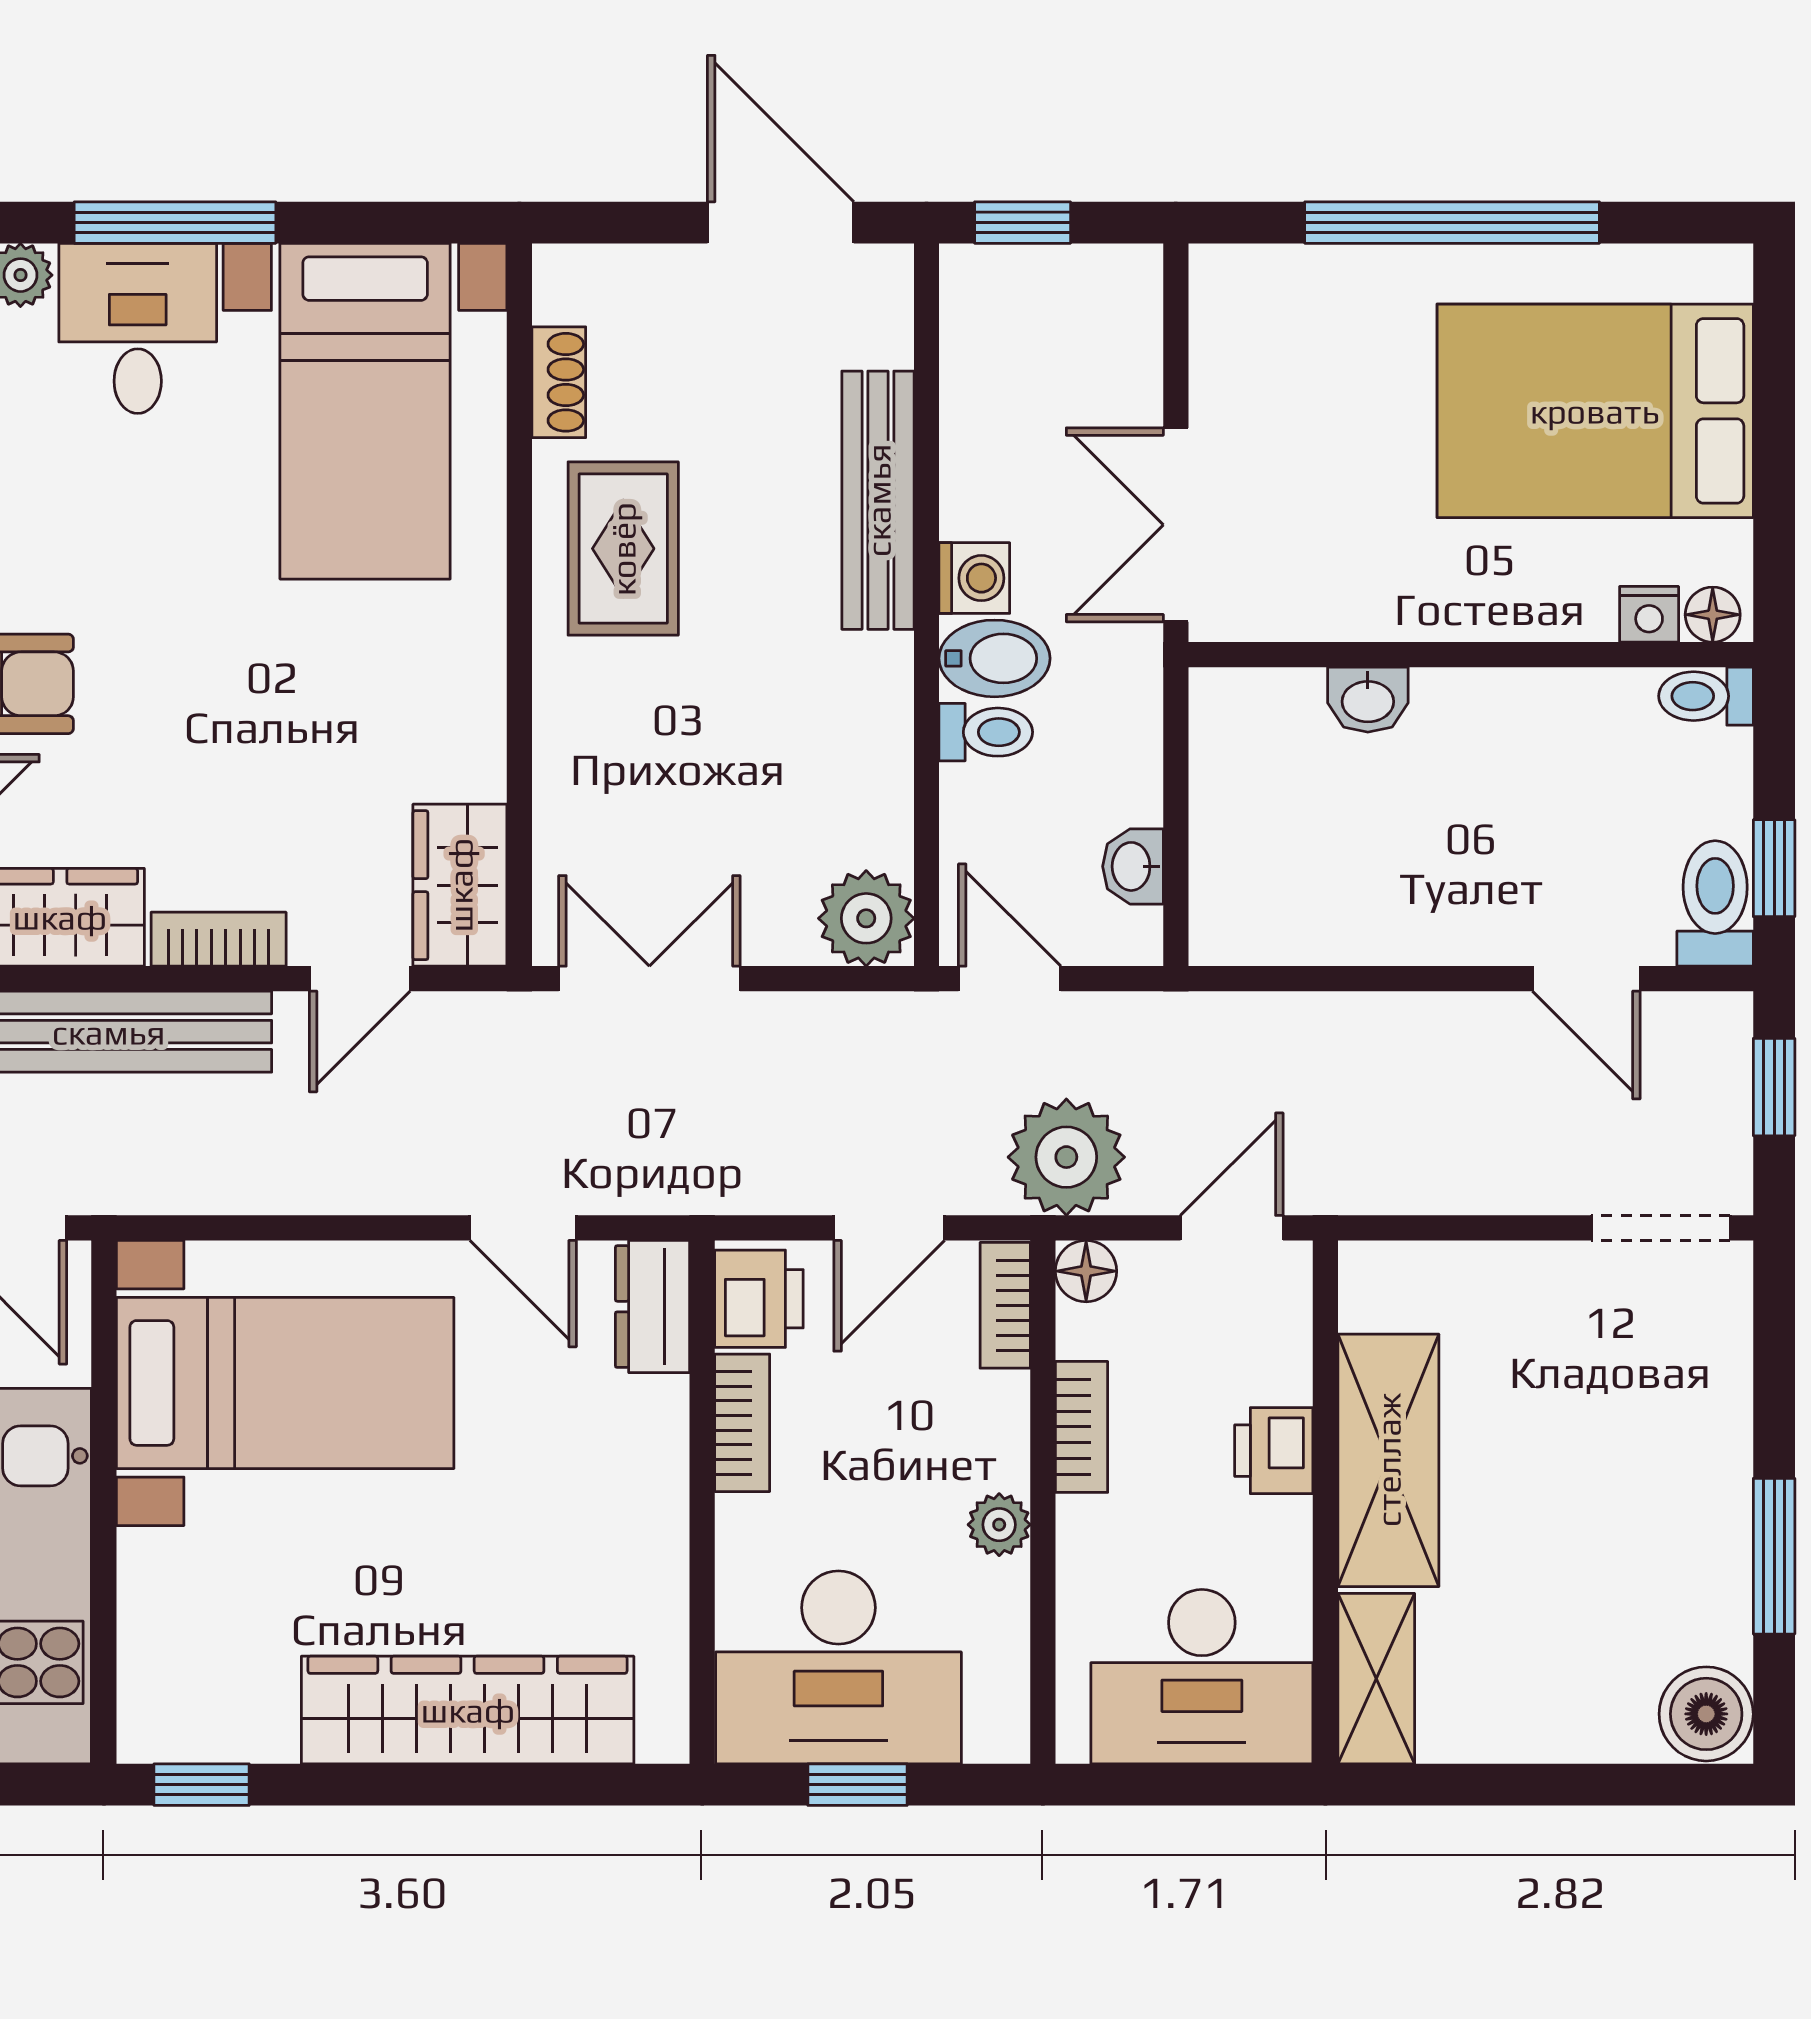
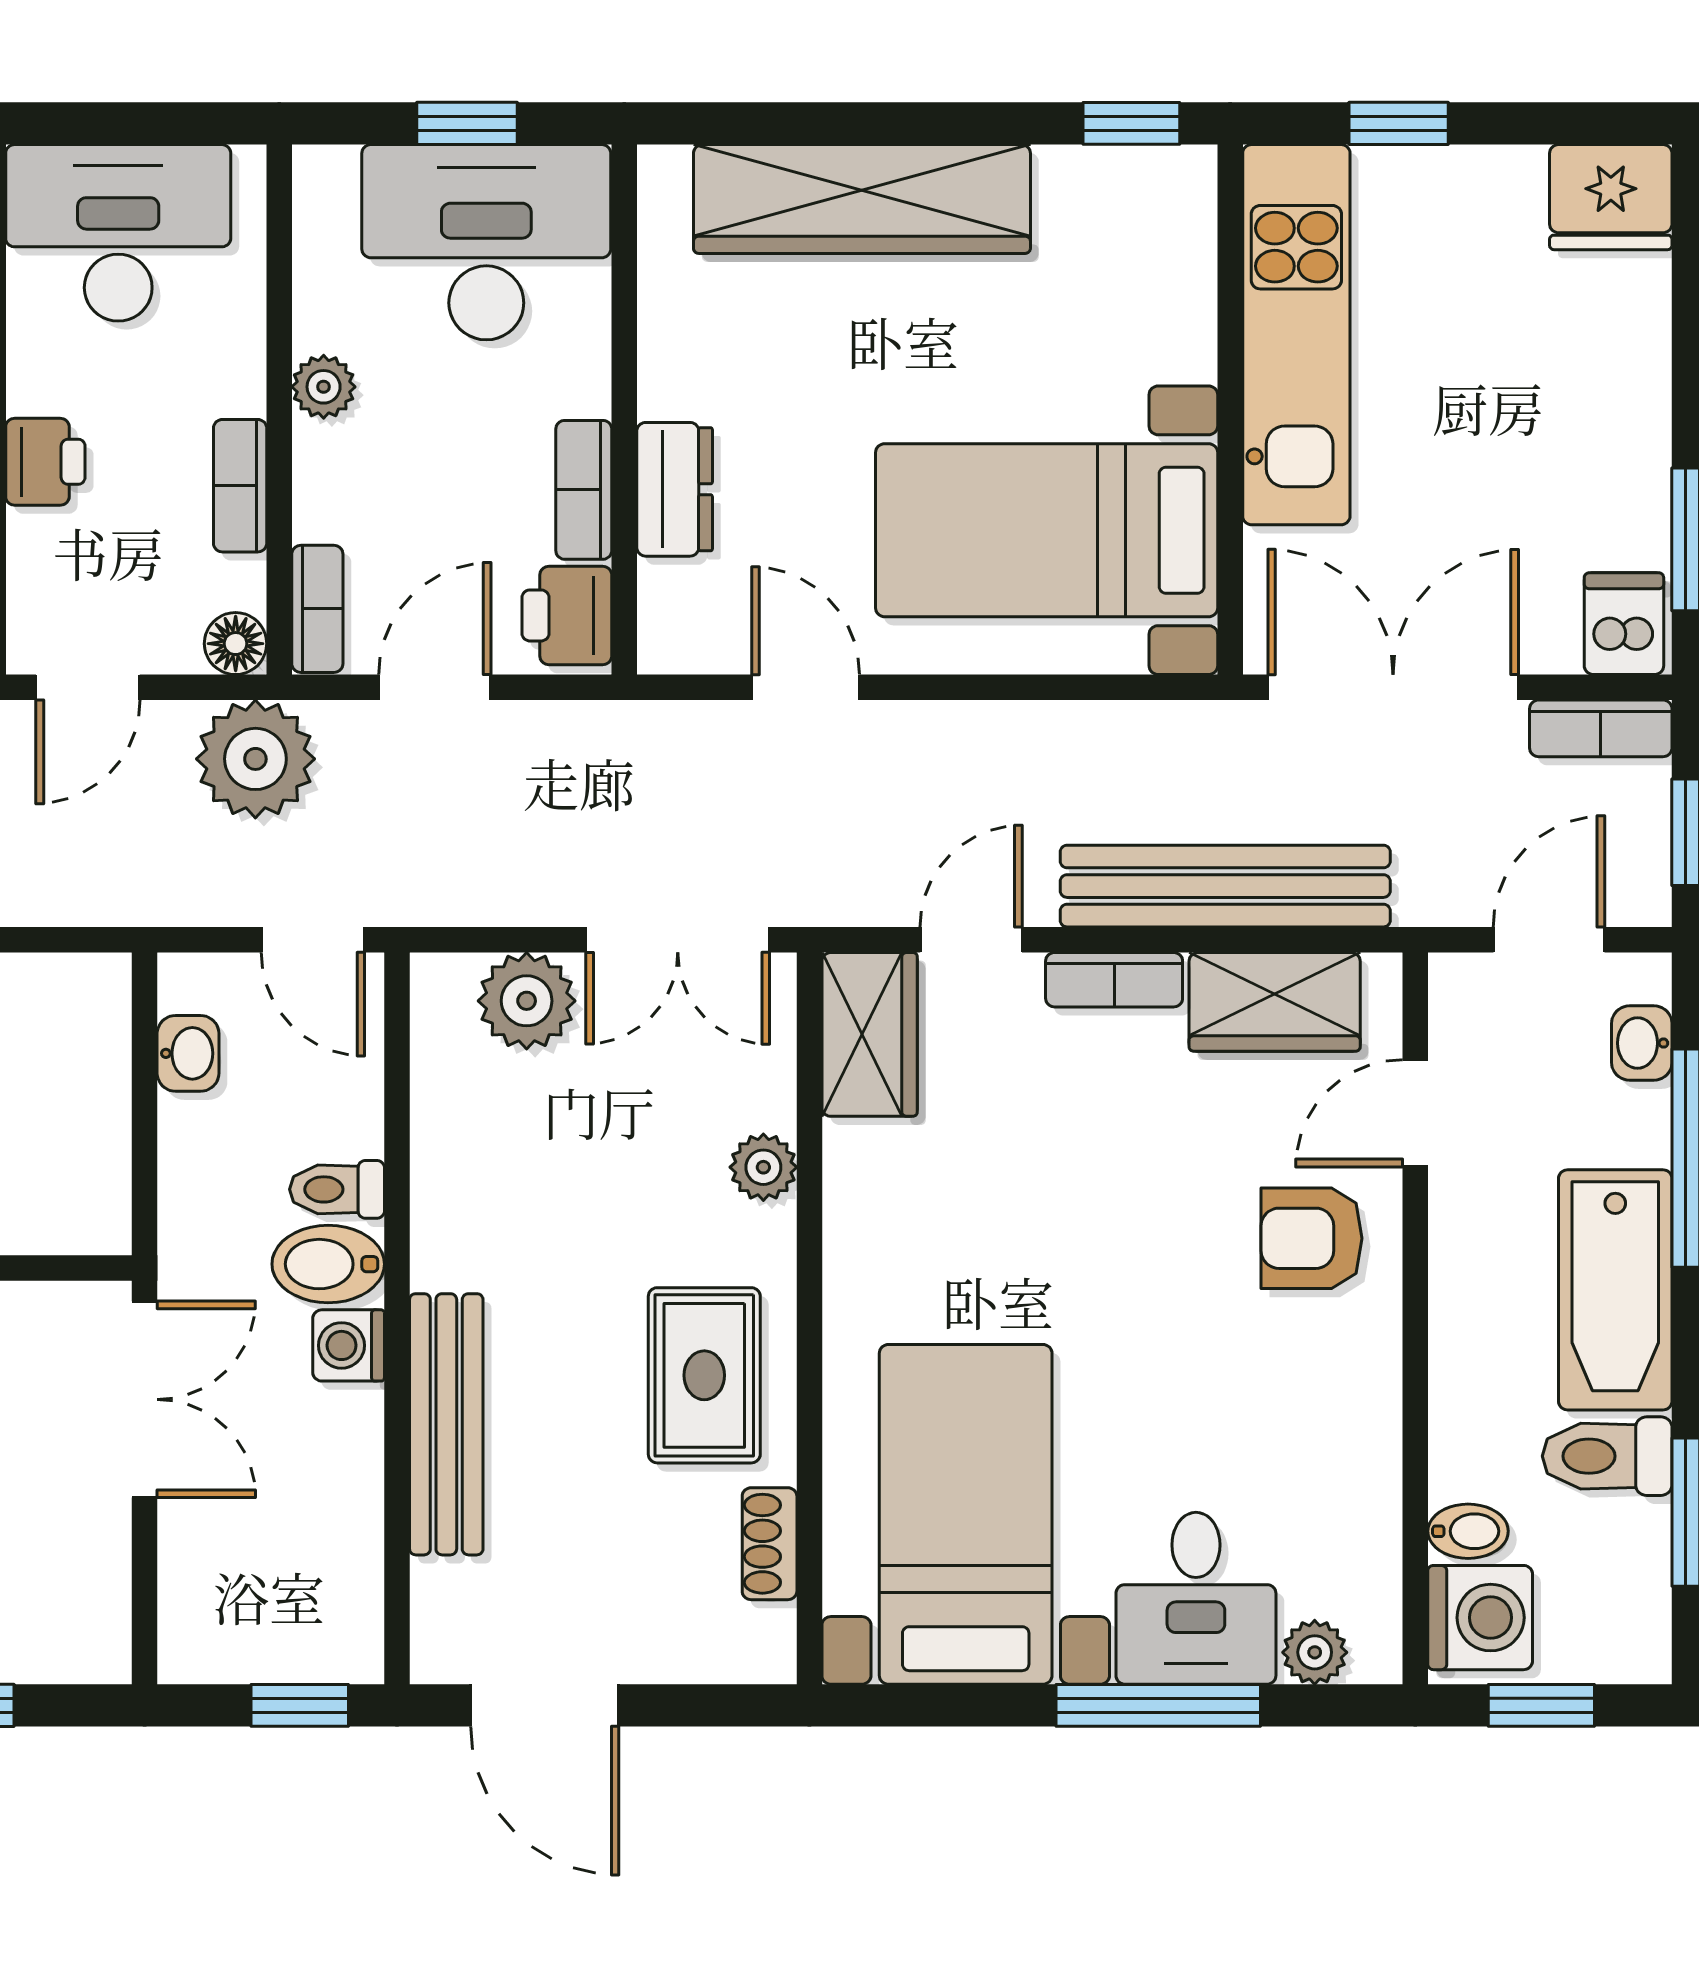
plant: (565, 754) -> (763, 1167), added
plant: (866, 918) -> (527, 1001), moved
dresser: (653, 1307) -> (675, 489), moved

